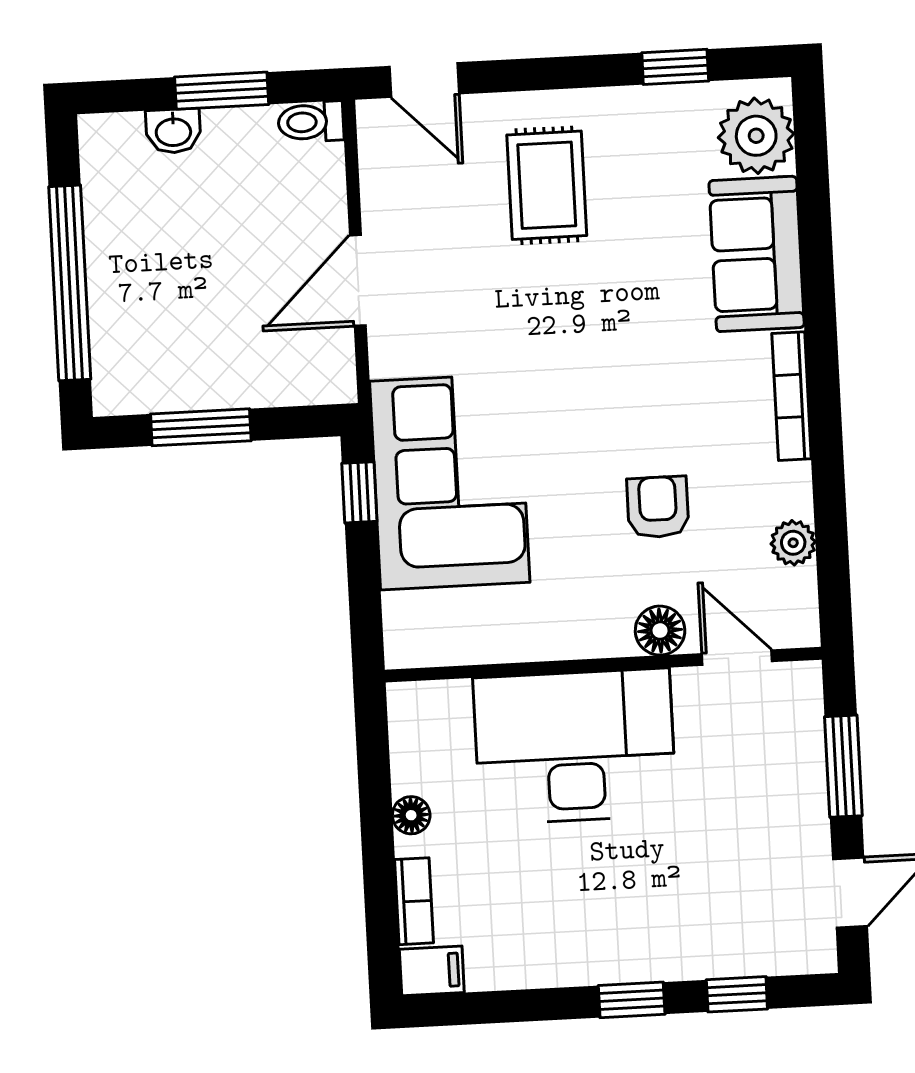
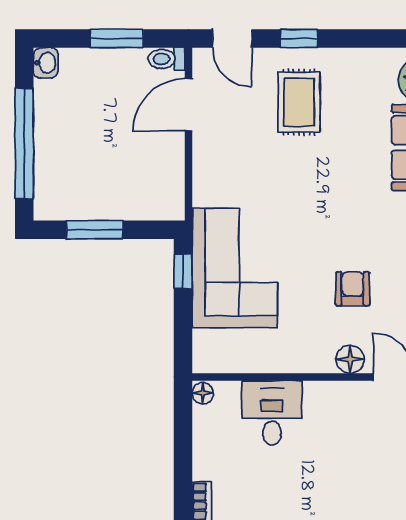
window: (675, 67) -> (299, 38), moved
washbasin: (173, 131) -> (46, 63), moved, turned -90
door: (358, 280) -> (189, 105), moved
desk: (575, 746) -> (272, 413), width x0.53, depth x0.77
floor lamp: (411, 815) -> (203, 393), moved

